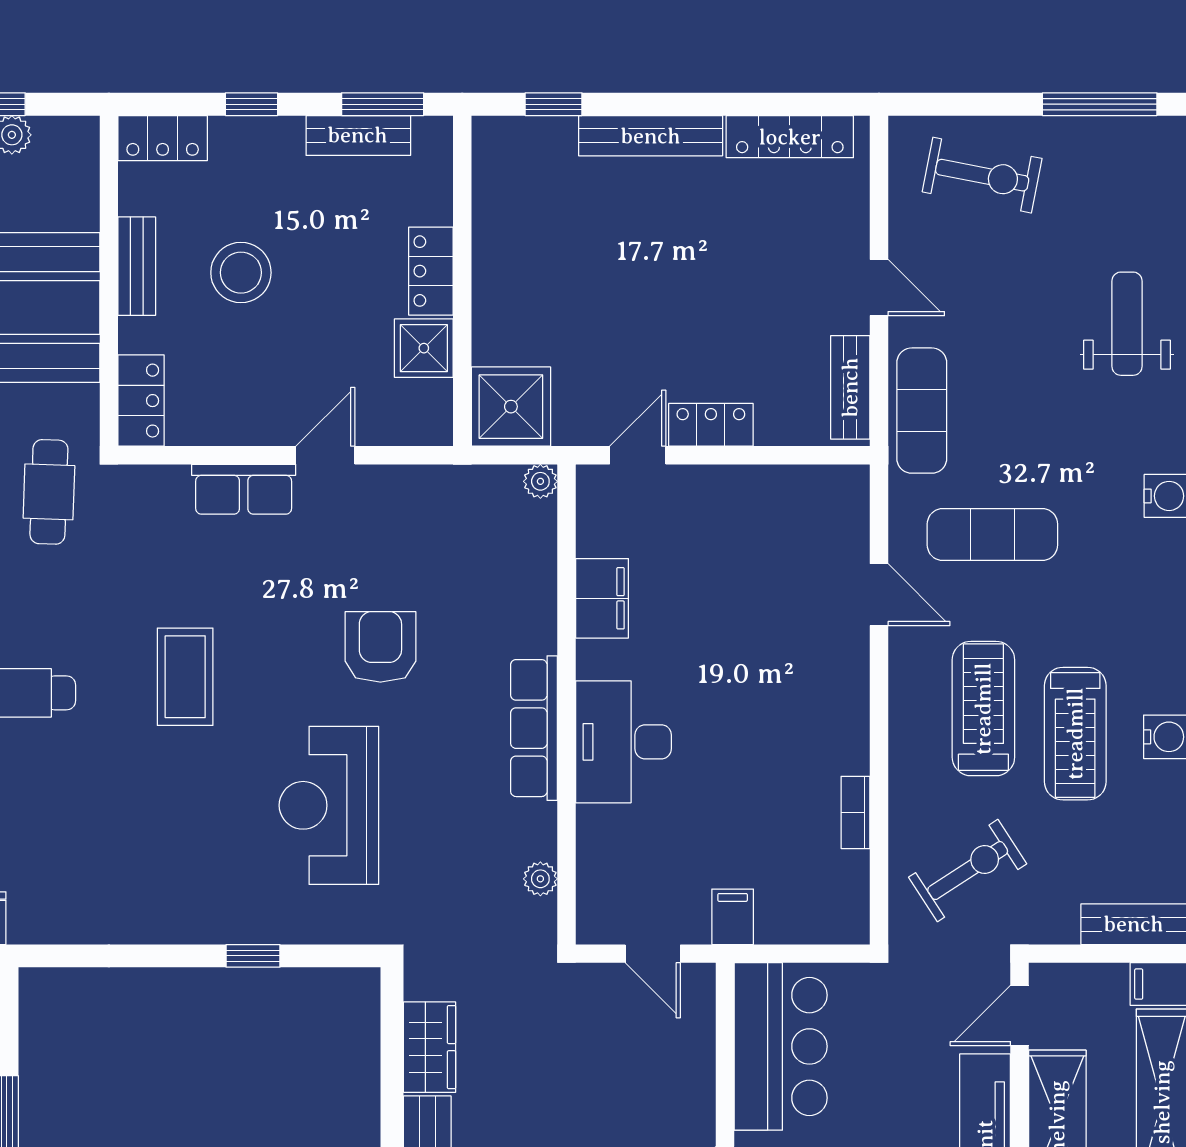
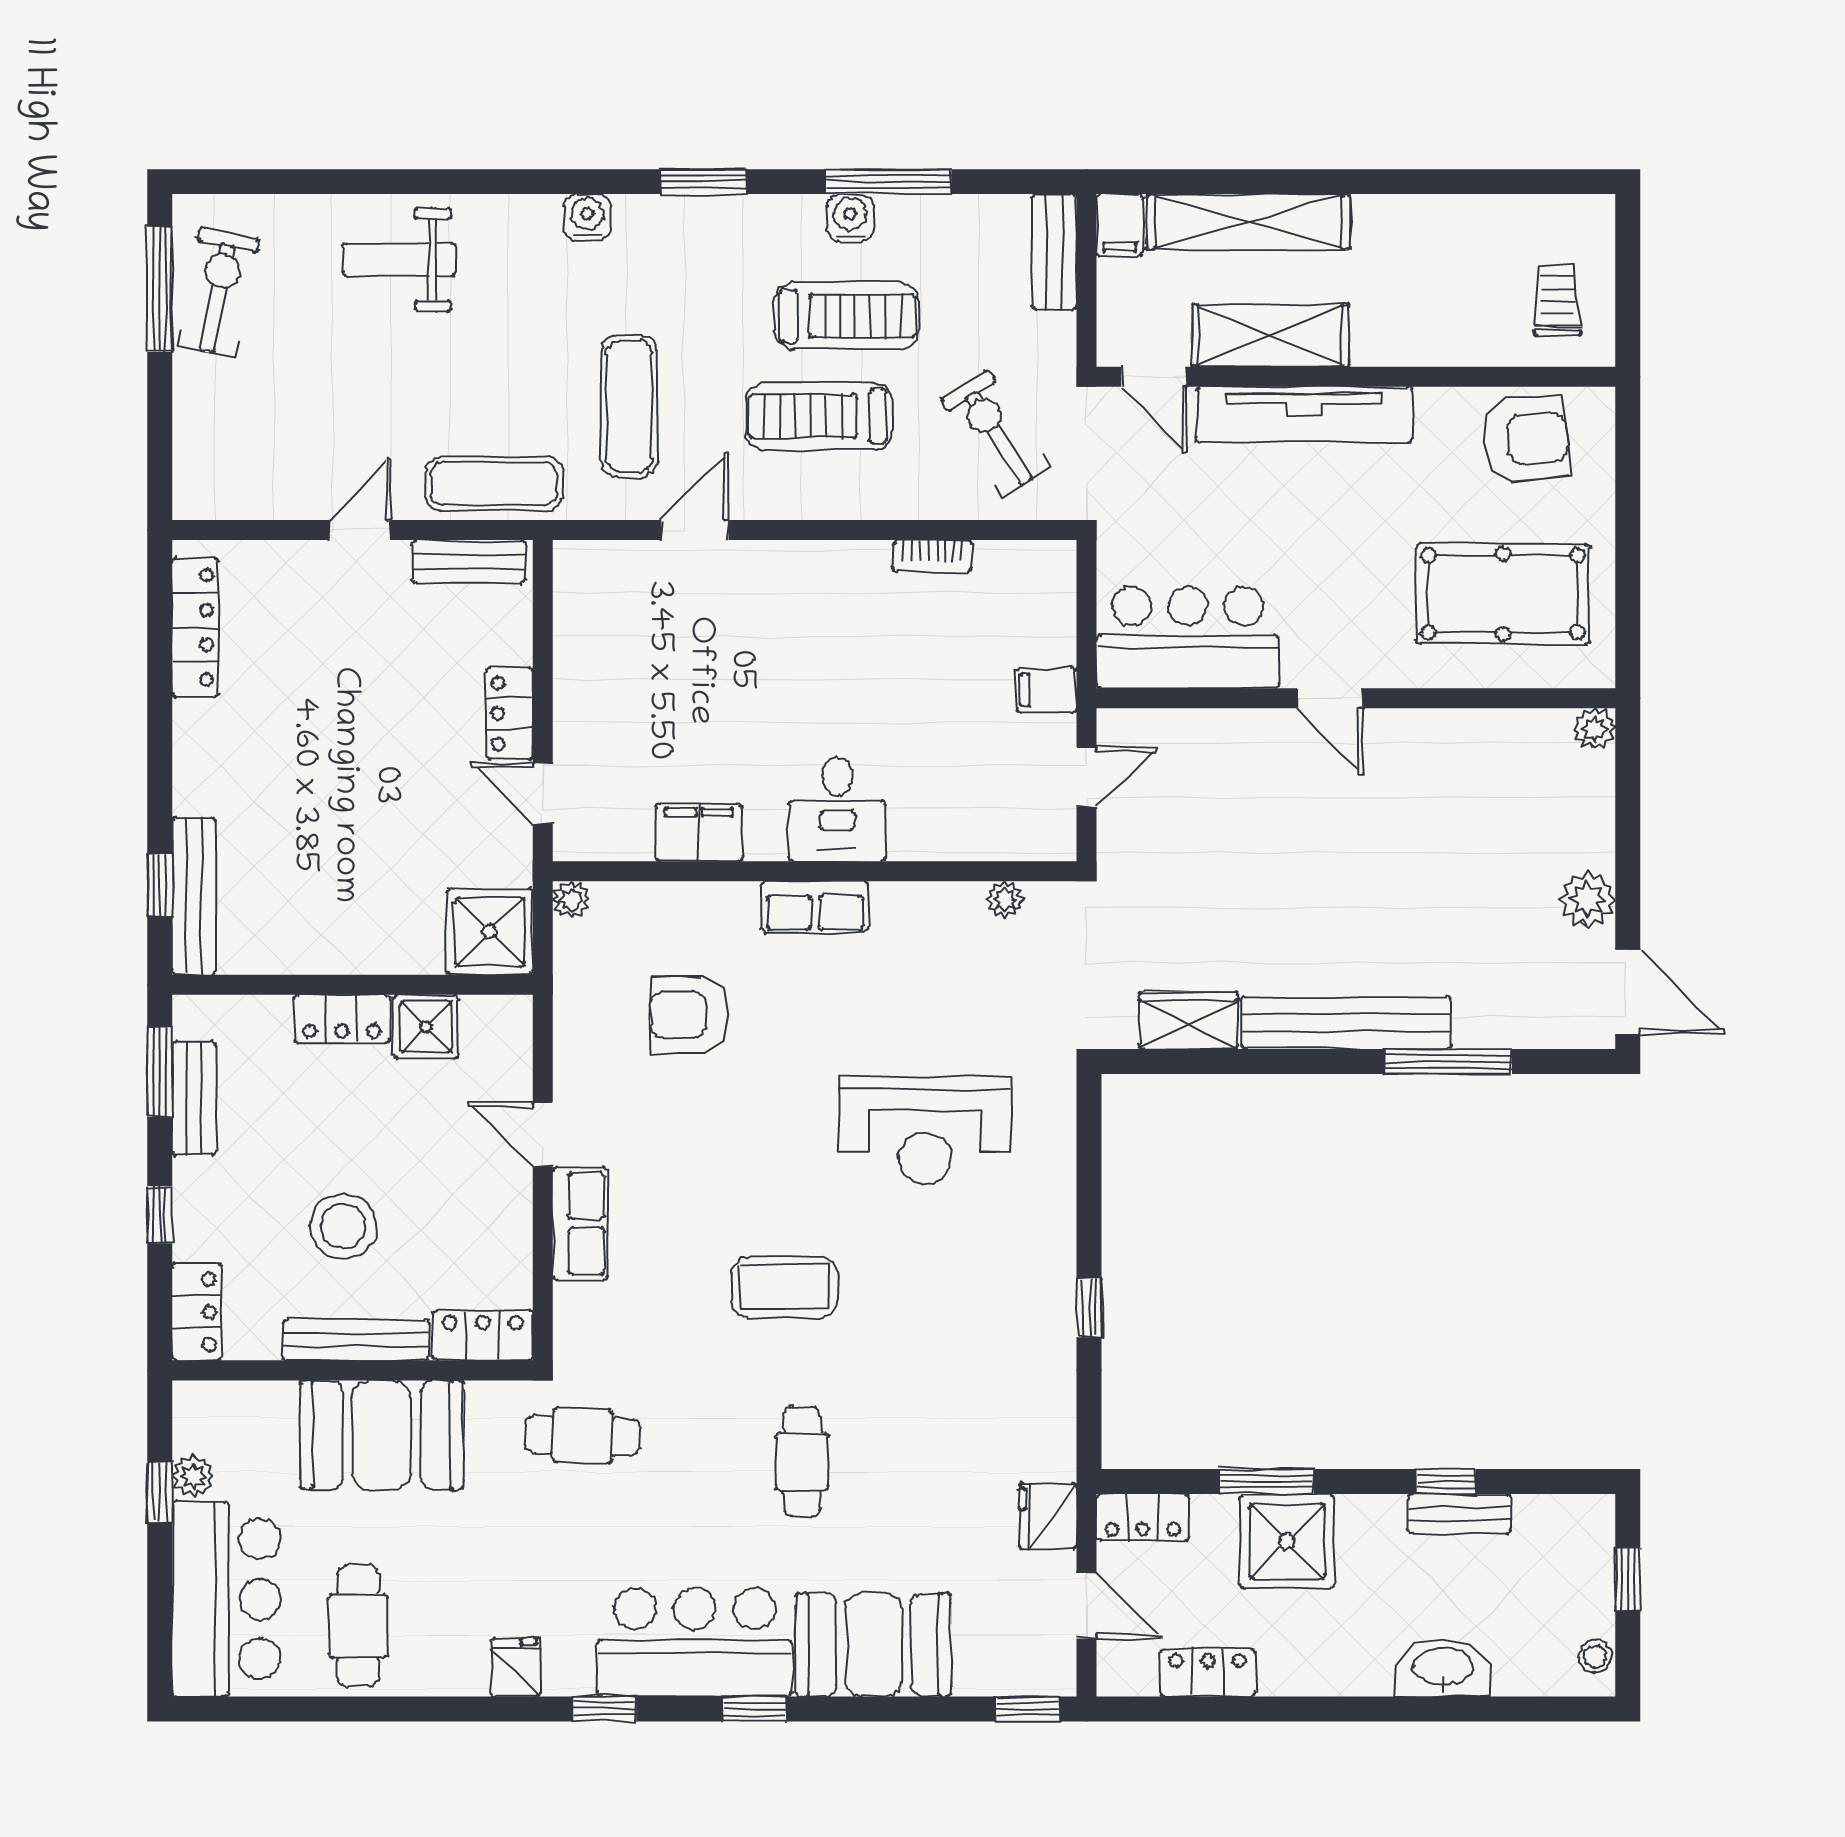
bench: (651, 136) -> (194, 896), moved
exercise bike: (982, 175) -> (218, 293), moved
bench: (137, 266) -> (356, 1340), width x1.36
armchair: (380, 647) -> (689, 1015), moved
row of seats: (534, 728) -> (815, 907), width x0.68
desk: (623, 742) -> (837, 809), width x0.73
window: (253, 956) -> (1089, 1308), moved

